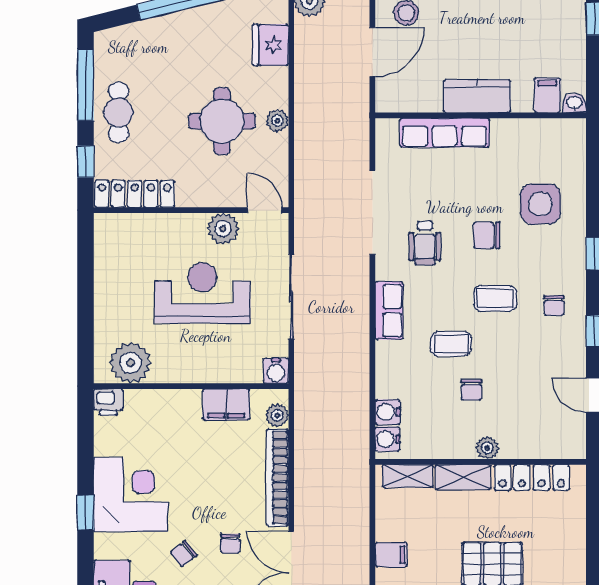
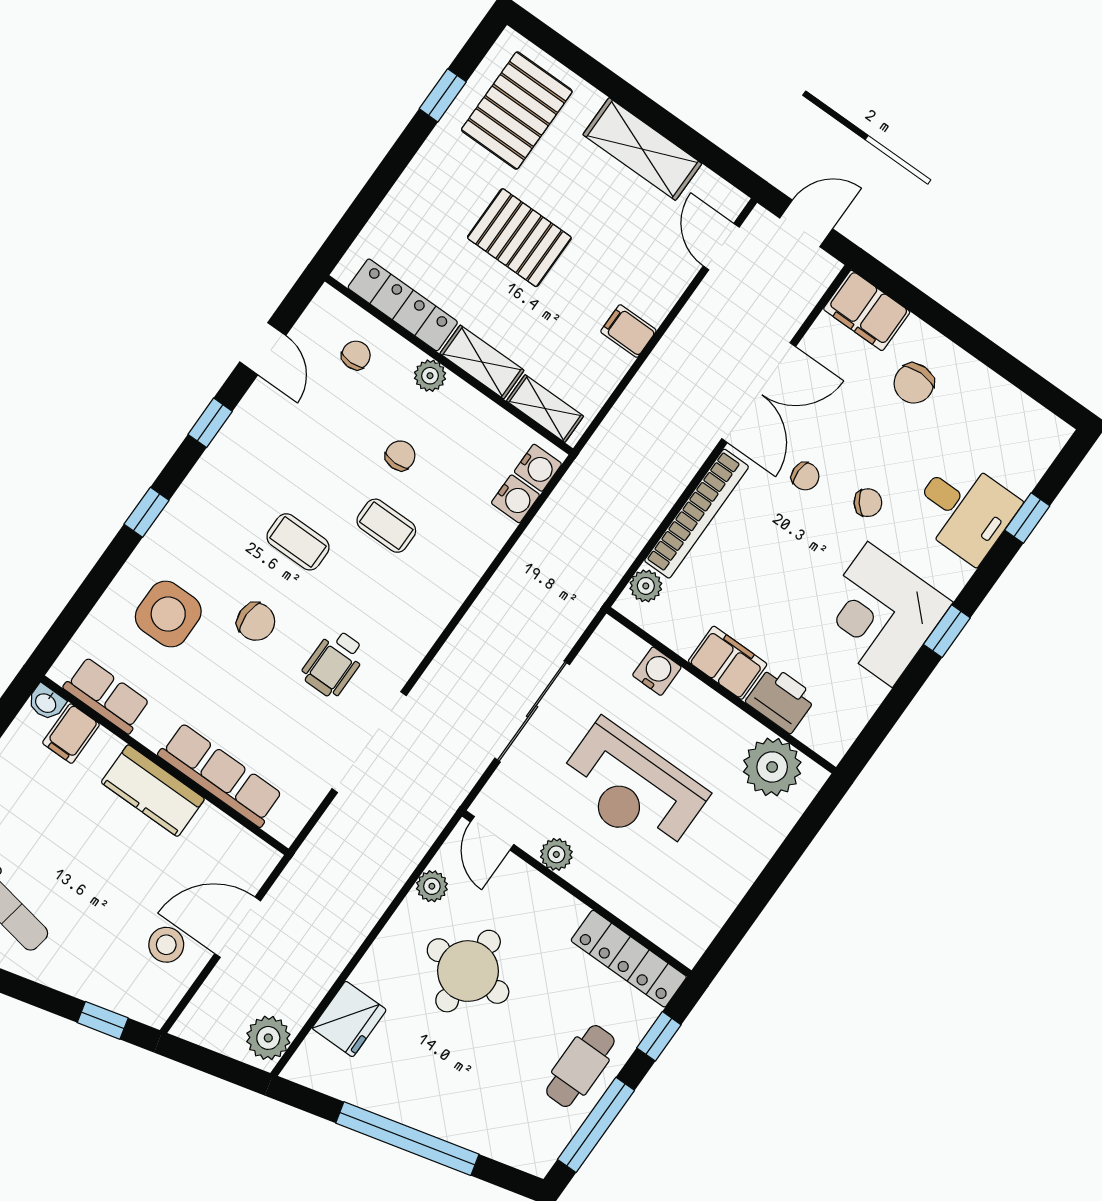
plant: (277, 121) -> (432, 886), moved
plant: (223, 229) -> (556, 854), width x0.73, depth x0.73
wheelchair: (425, 243) -> (334, 663), turned 180
chair: (554, 306) -> (356, 355), moved
row of seats: (389, 311) -> (107, 695), moved, turned 90
water cooler: (276, 371) -> (657, 671), moved
printer: (108, 402) -> (781, 699), moved, width x1.36, depth x1.24
filing cabinet: (226, 404) -> (728, 663), moved
chair: (230, 543) -> (805, 476), turned 90

